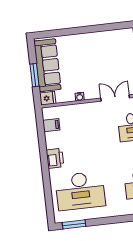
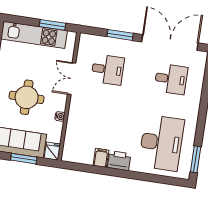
round table: (88, 63) -> (27, 97), added
filing cabinet: (51, 125) -> (101, 158), moved

